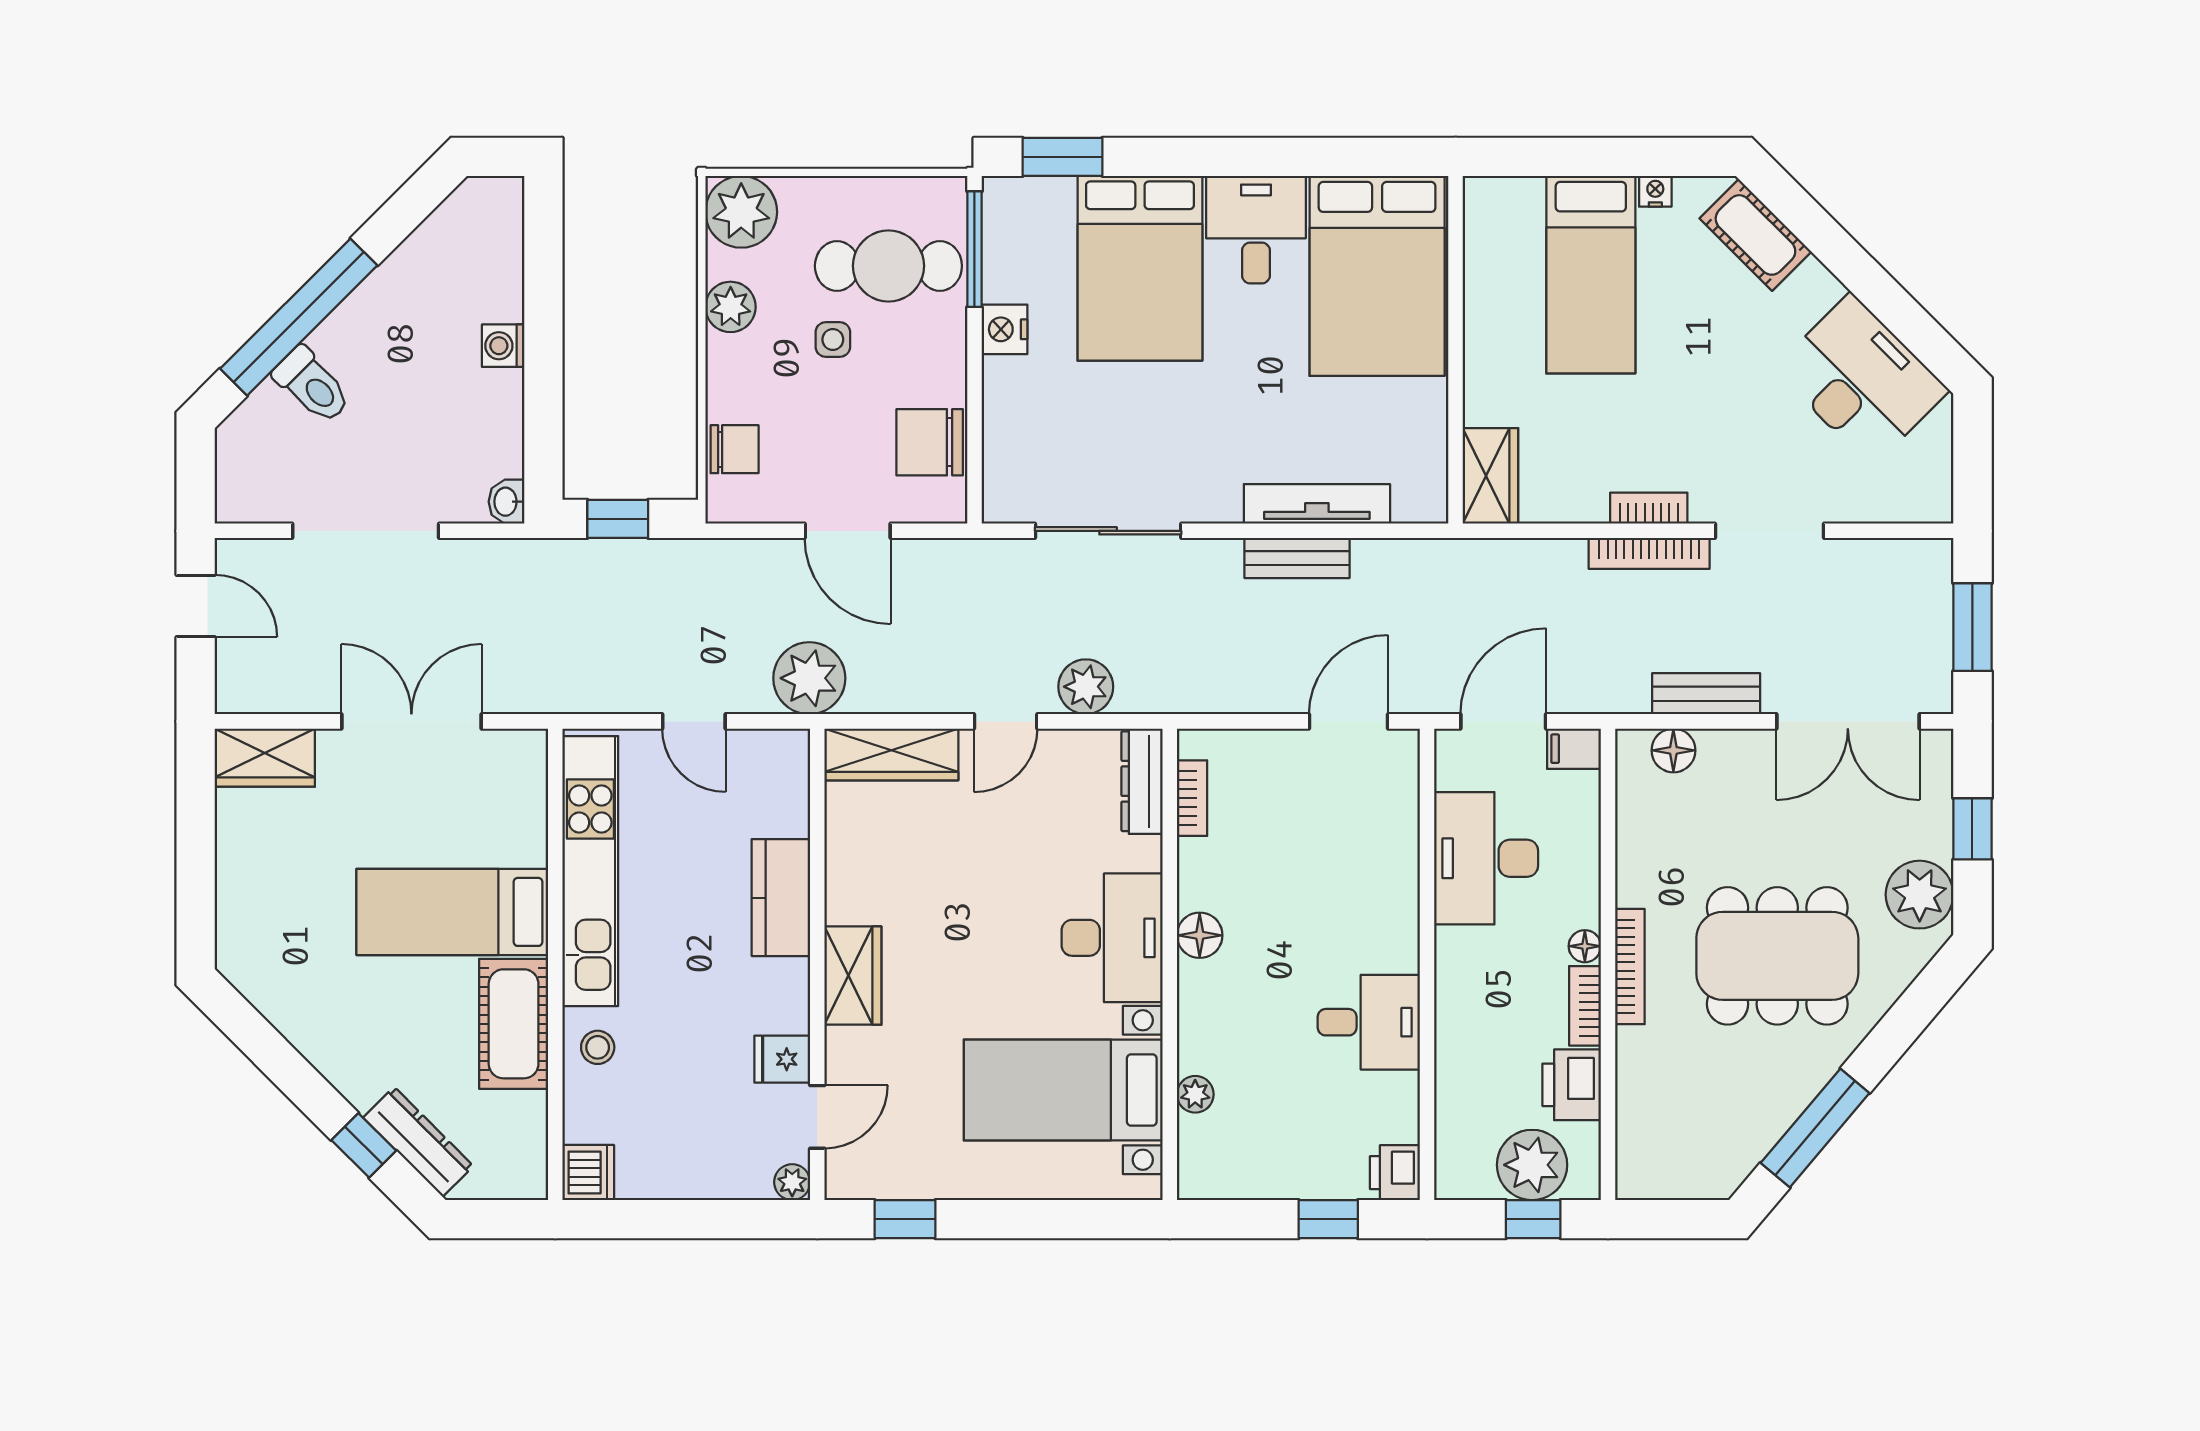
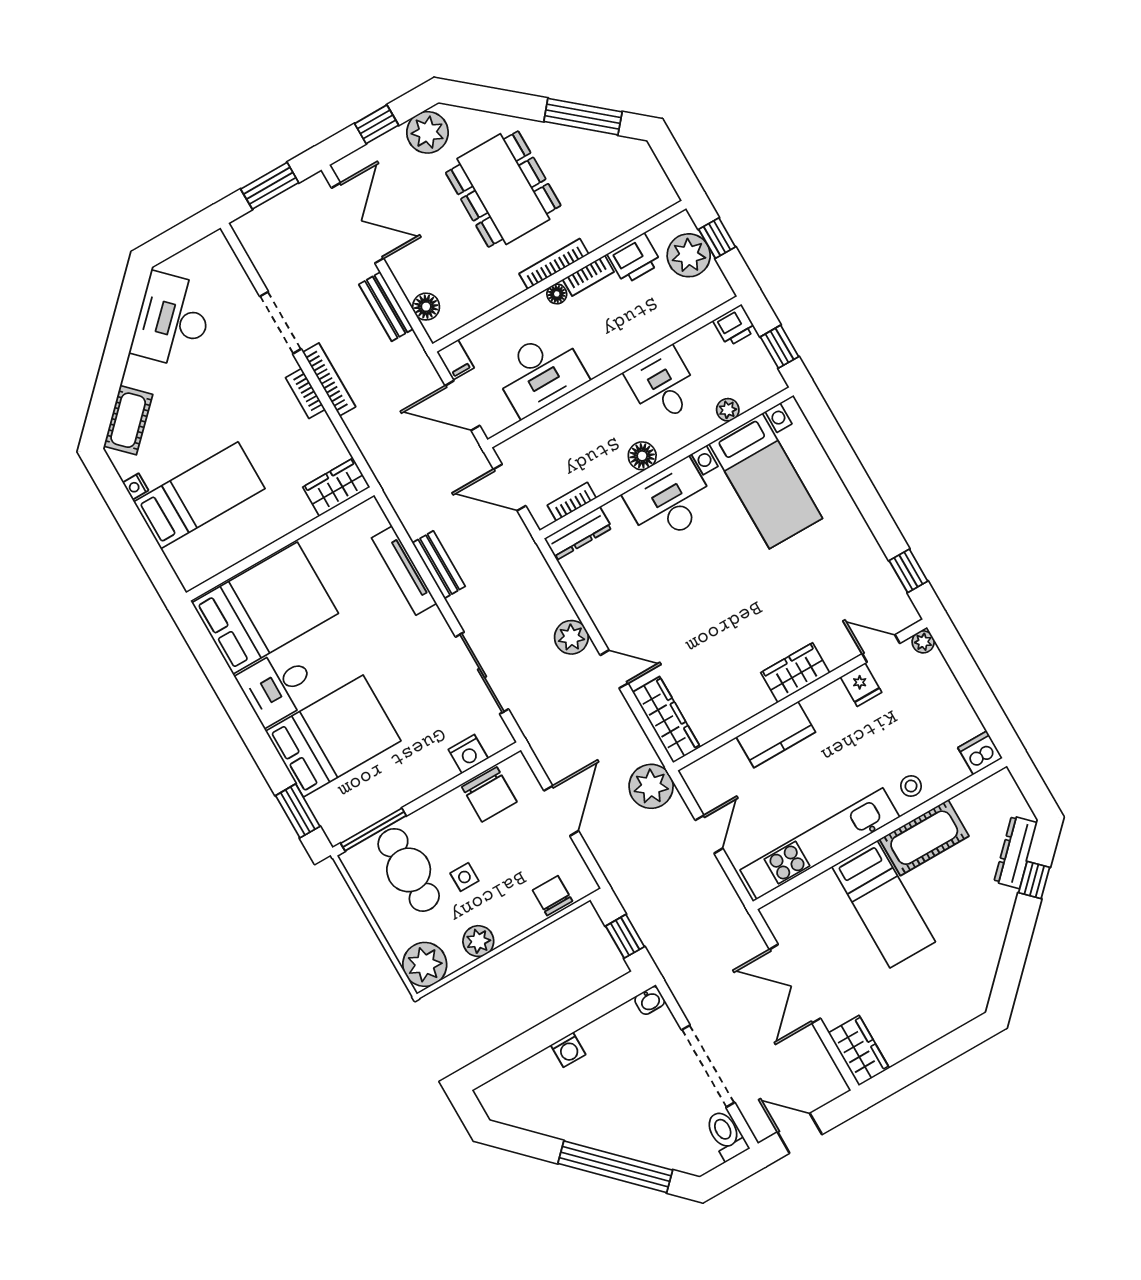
nightstand: (1004, 329) -> (468, 754), moved
toilet: (312, 385) -> (726, 1135), moved, turned -45
door: (196, 606) -> (800, 1133), hinge flipped
dresser: (1142, 781) -> (578, 533), moved
bookcase: (1192, 798) -> (572, 502), moved
floor lamp: (1200, 935) -> (642, 456), moved
desk: (1112, 938) -> (670, 501), moved
wall: (1170, 964) -> (667, 463), moved
bed with nightstands: (1063, 1090) -> (766, 481), moved
plant: (1195, 1094) -> (728, 410), moved

